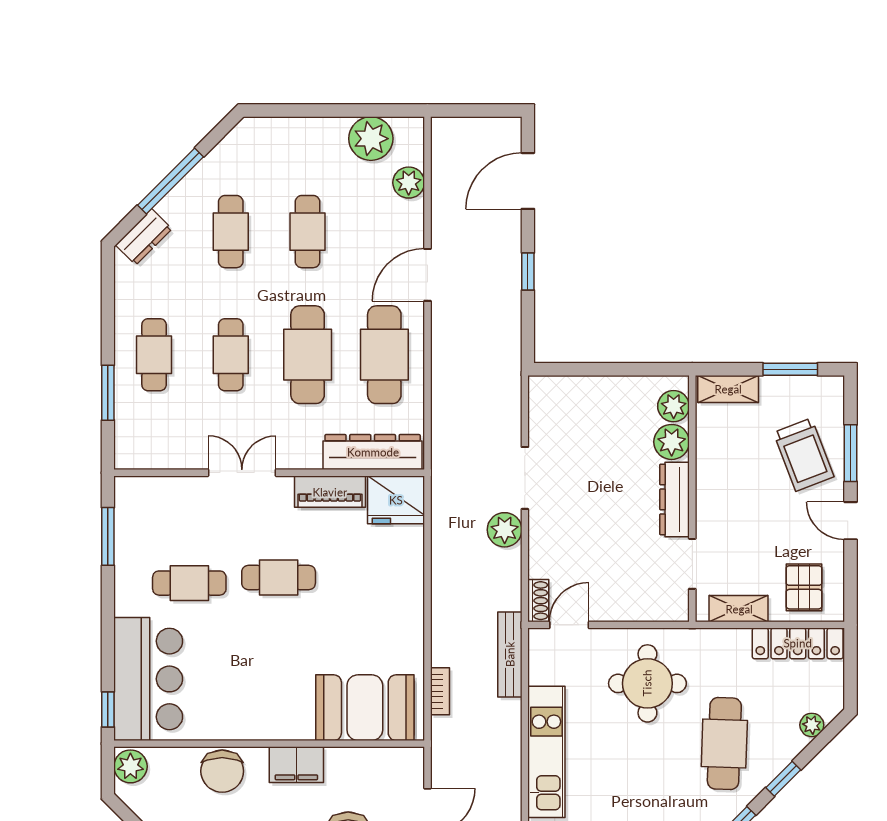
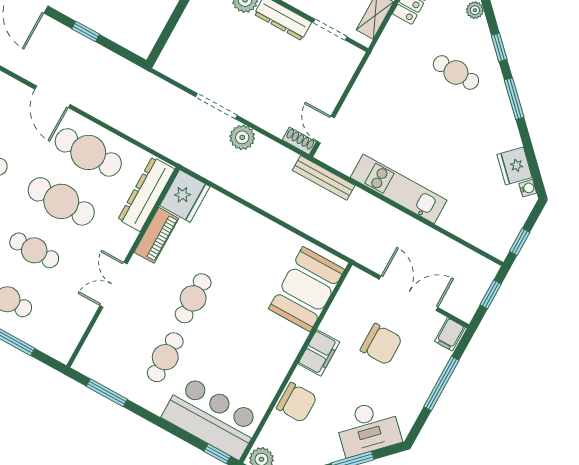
round table: (647, 683) -> (391, 100), removed
bookcase: (440, 691) -> (322, 235), removed
cafe table: (724, 744) -> (456, 72), width x0.73, depth x0.74

